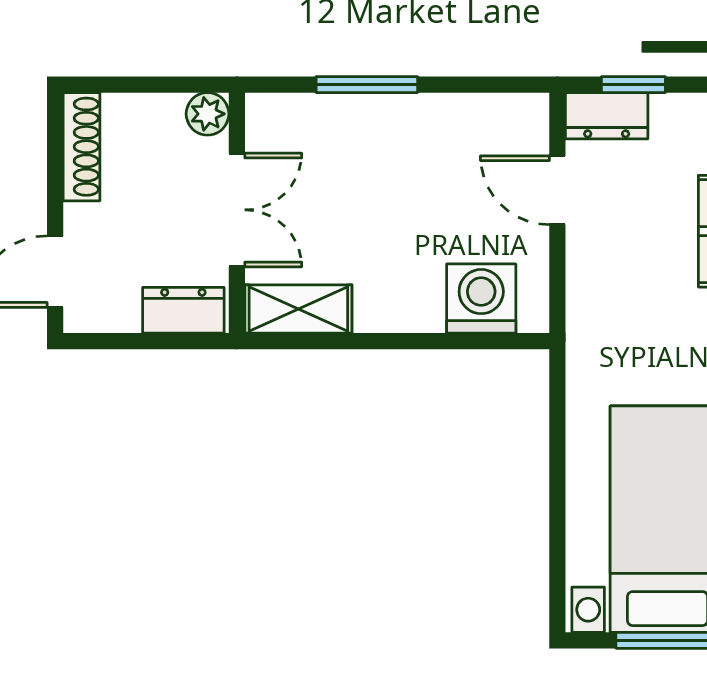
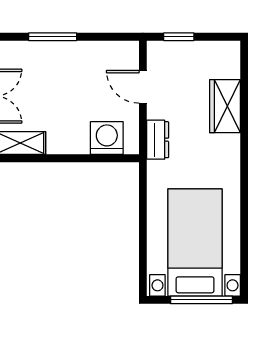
dresser: (607, 116) -> (158, 140), moved, turned -90

